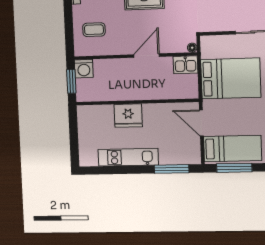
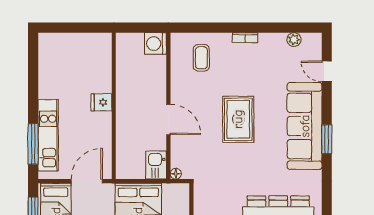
window: (71, 81) -> (141, 28), removed
fridge: (128, 116) -> (101, 102), width x0.53, depth x0.75
kitchen unit: (128, 157) -> (48, 135), moved

